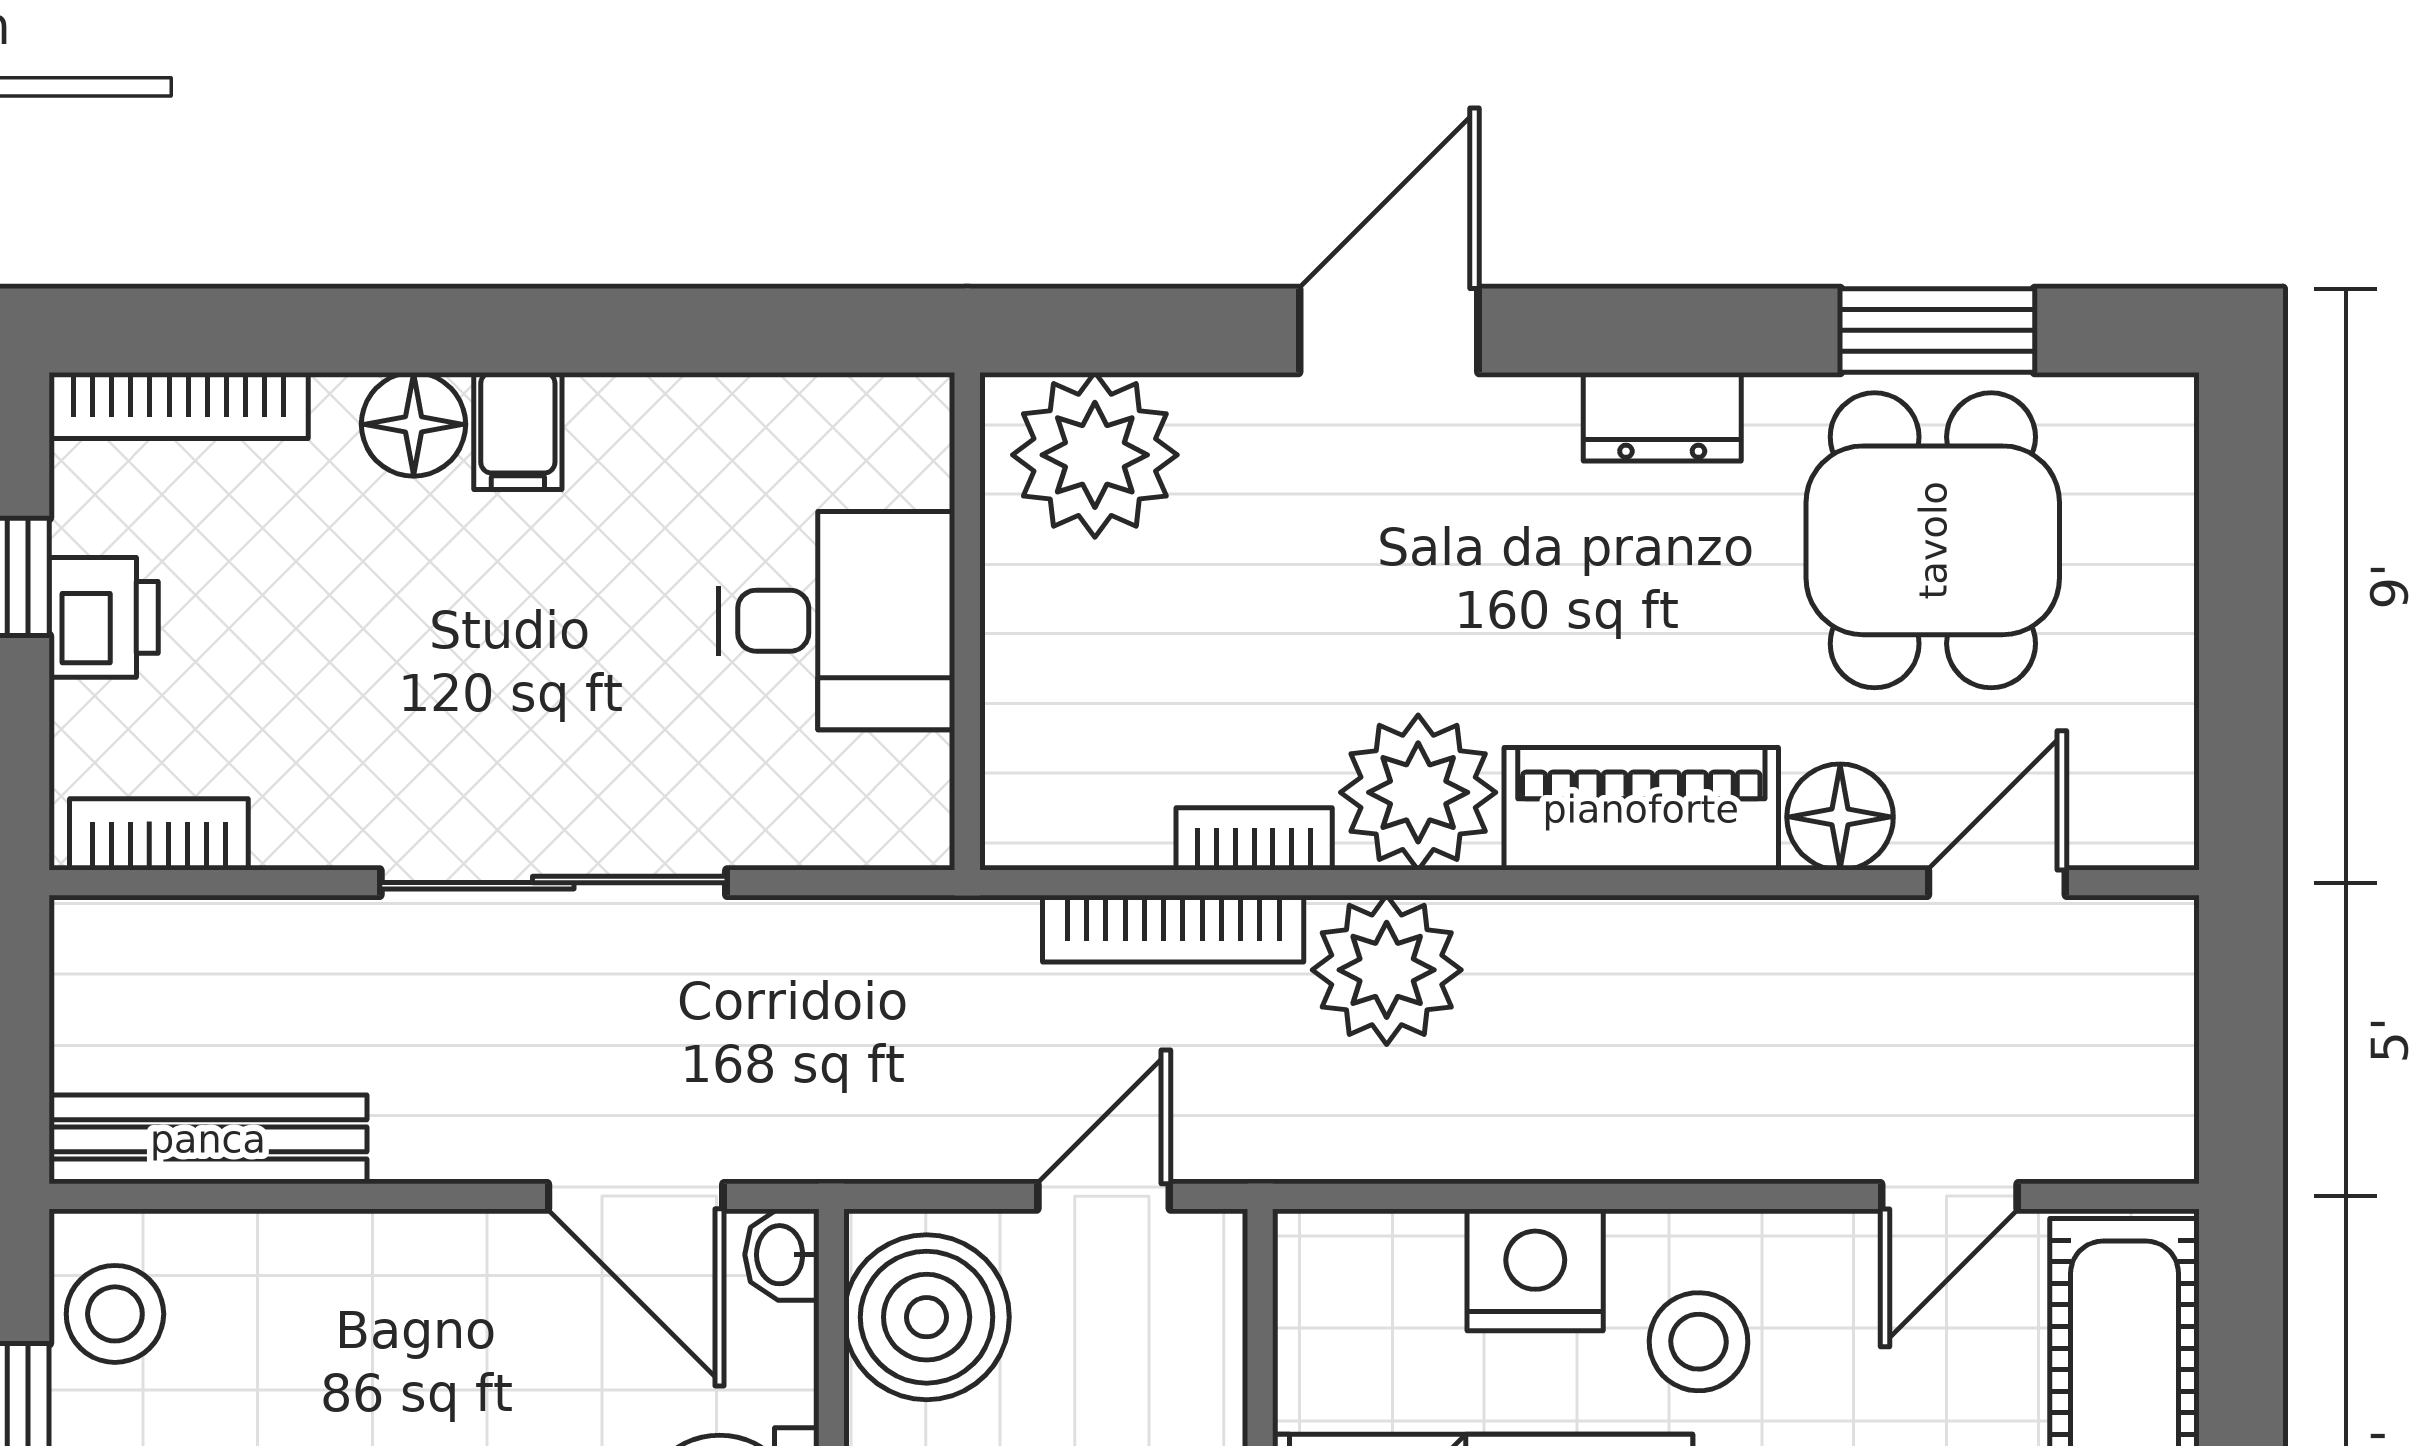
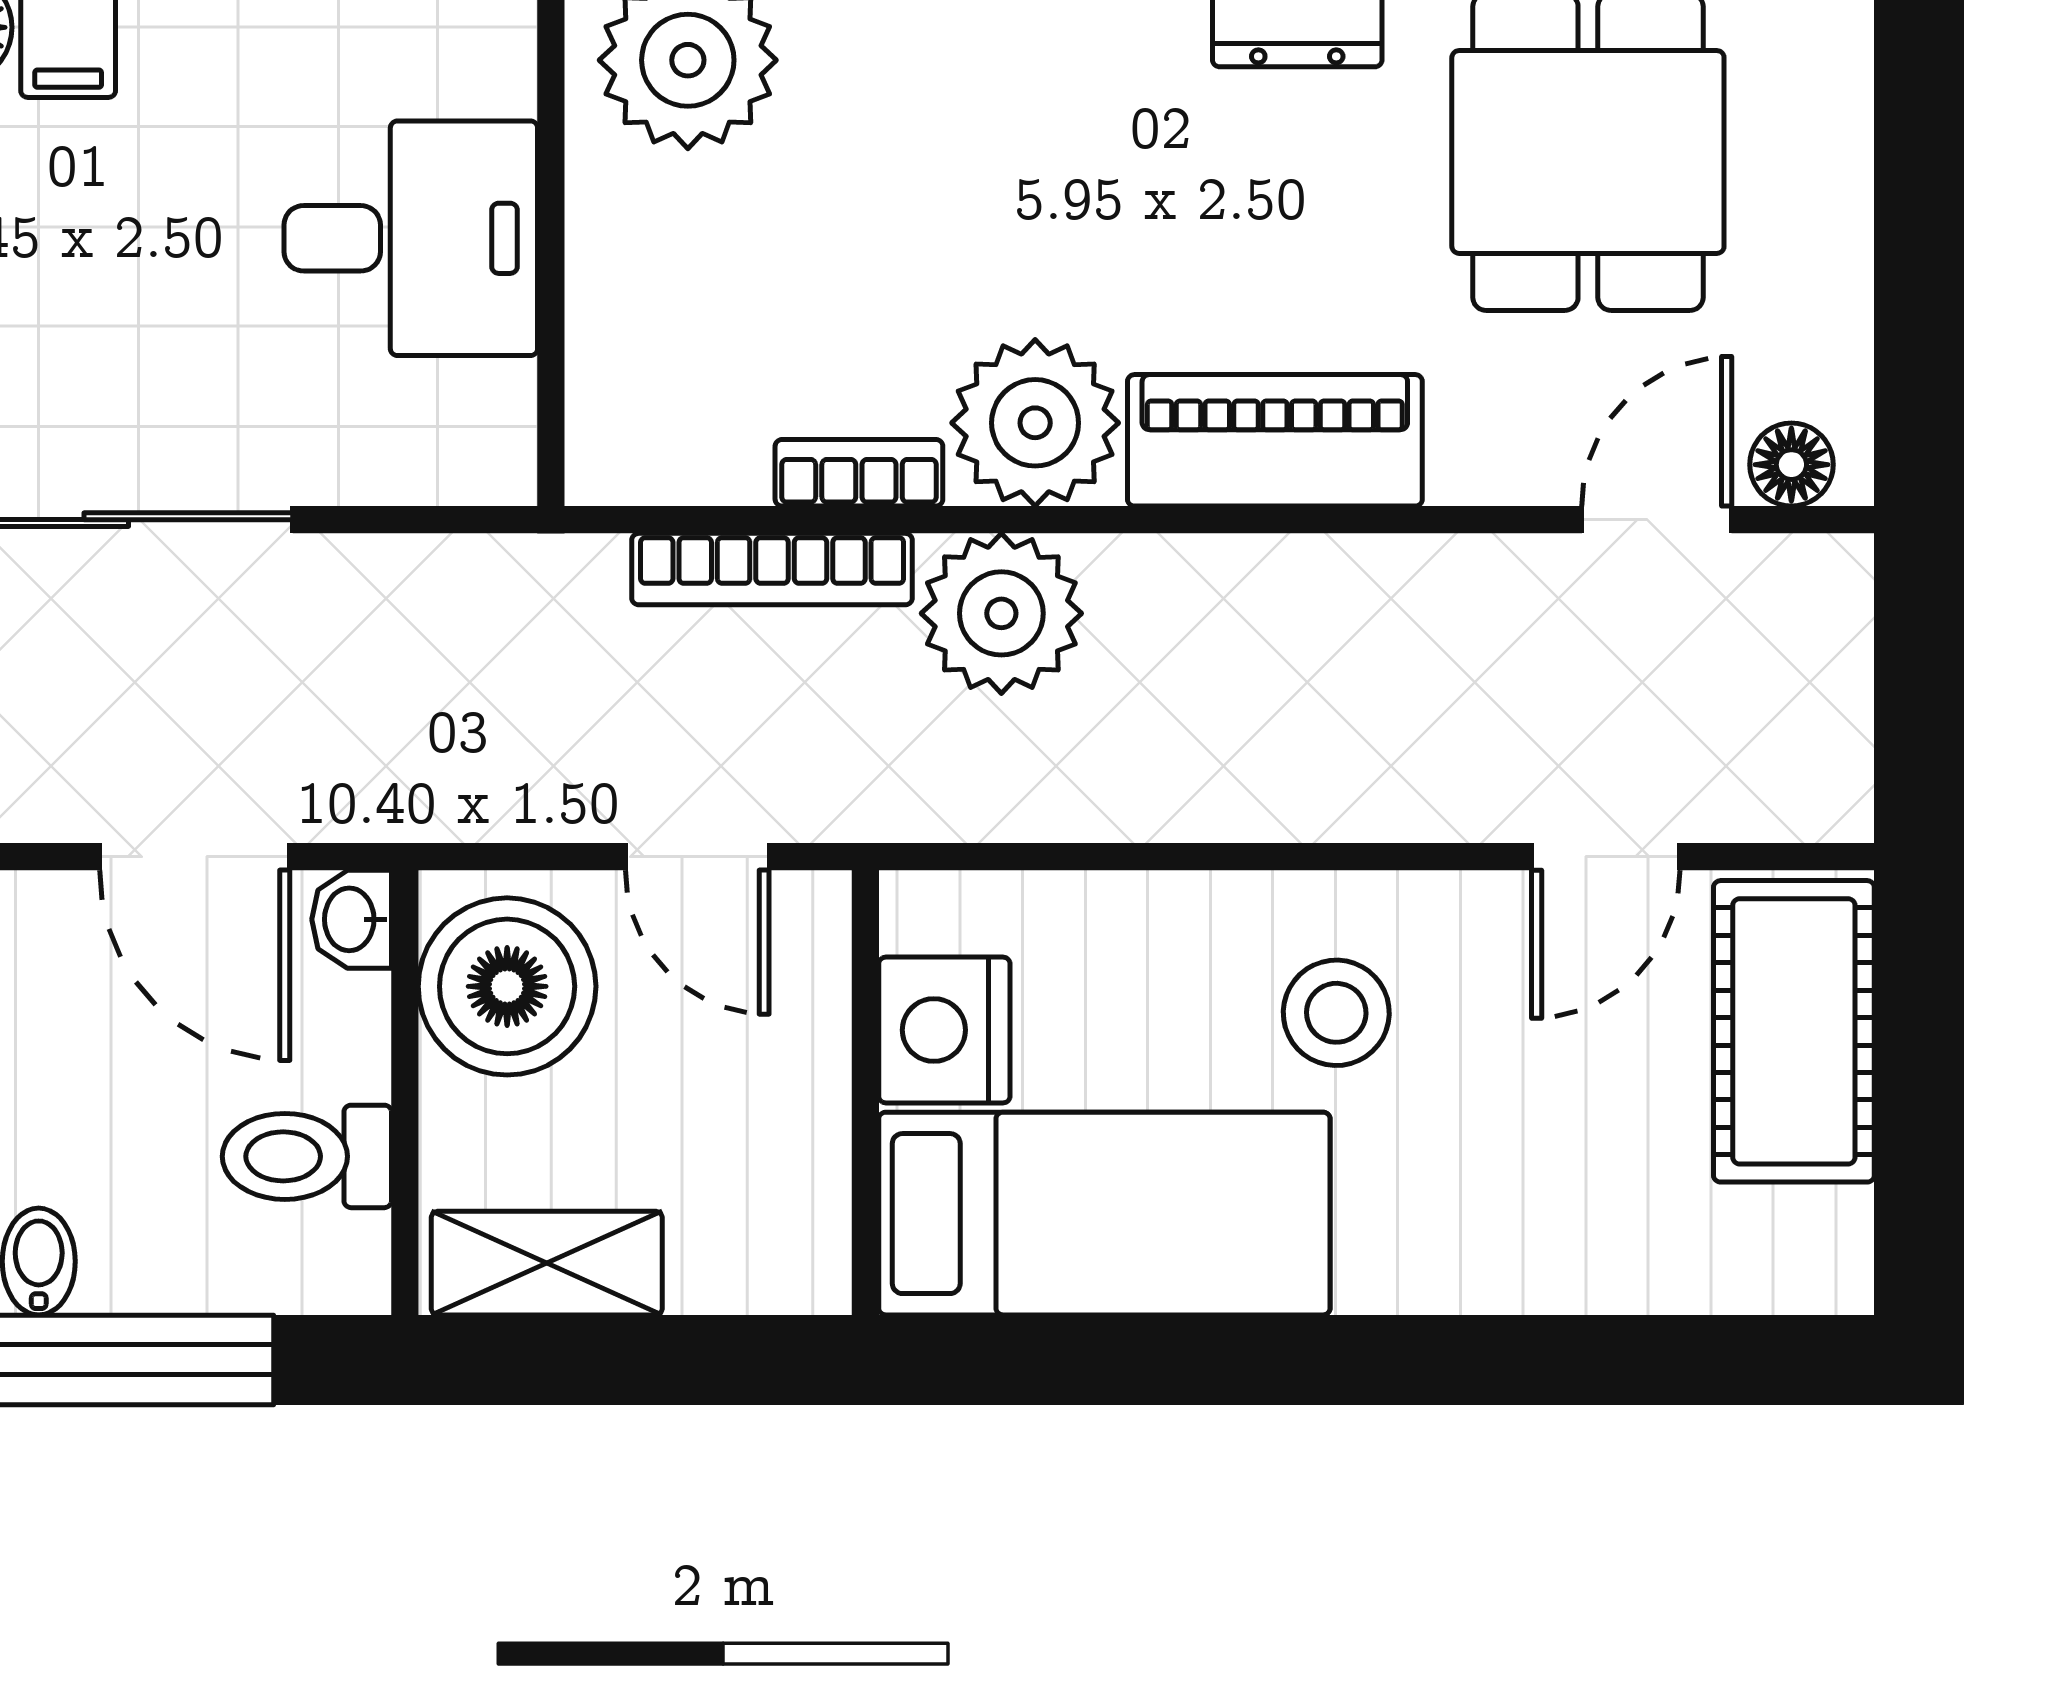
floor lamp: (1840, 817) -> (1791, 465), moved, width x0.73, depth x0.73
door: (1104, 1196) -> (697, 857), swing flipped
nightstand: (1535, 1270) -> (944, 1030), moved, turned -90

